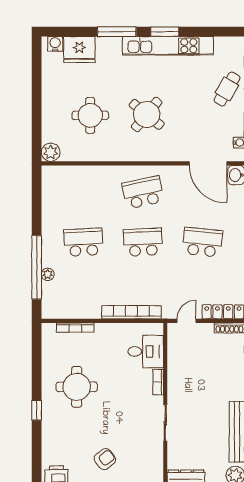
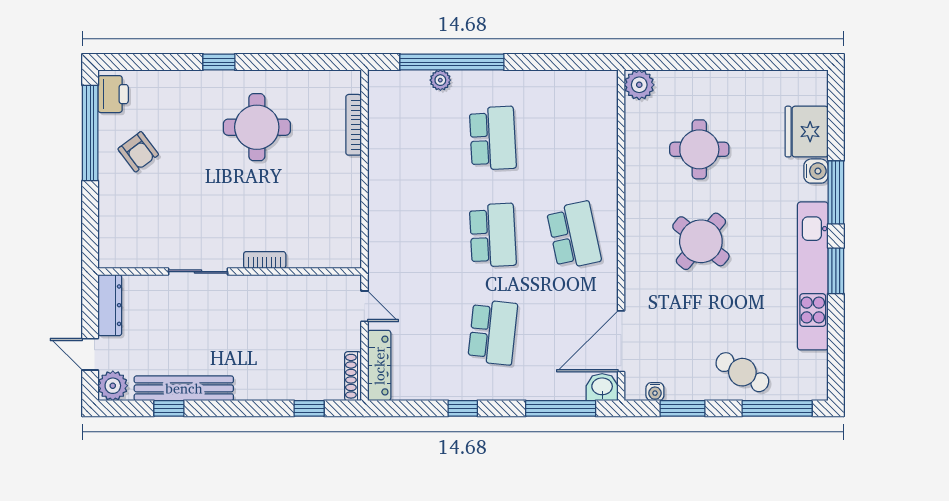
water cooler: (55, 44) -> (816, 171), moved
bookcase: (131, 312) -> (378, 216), removed
desk: (146, 351) -> (315, 240), removed
armchair: (105, 459) -> (138, 152), moved

